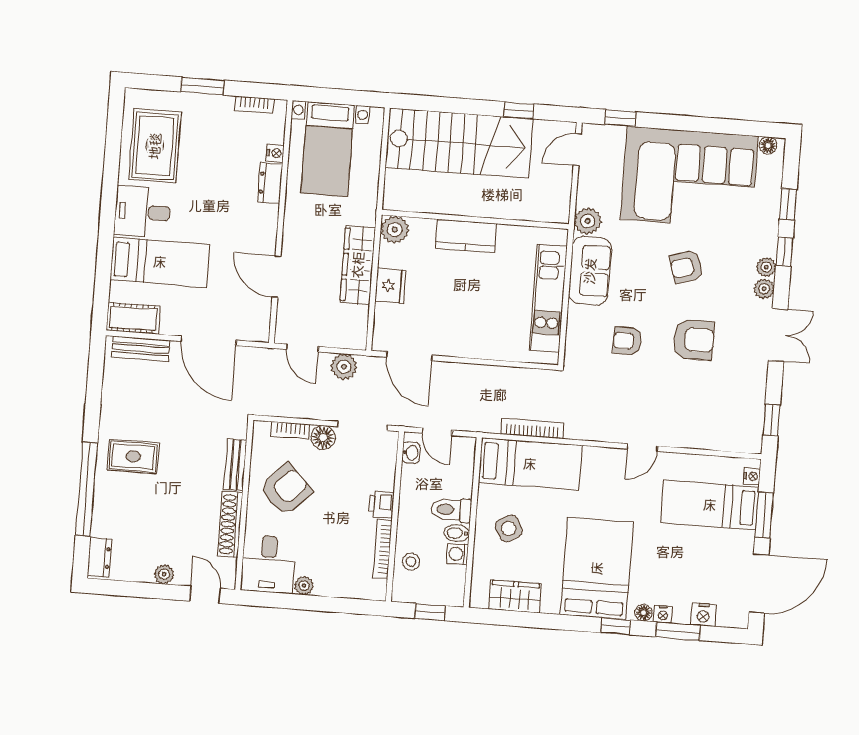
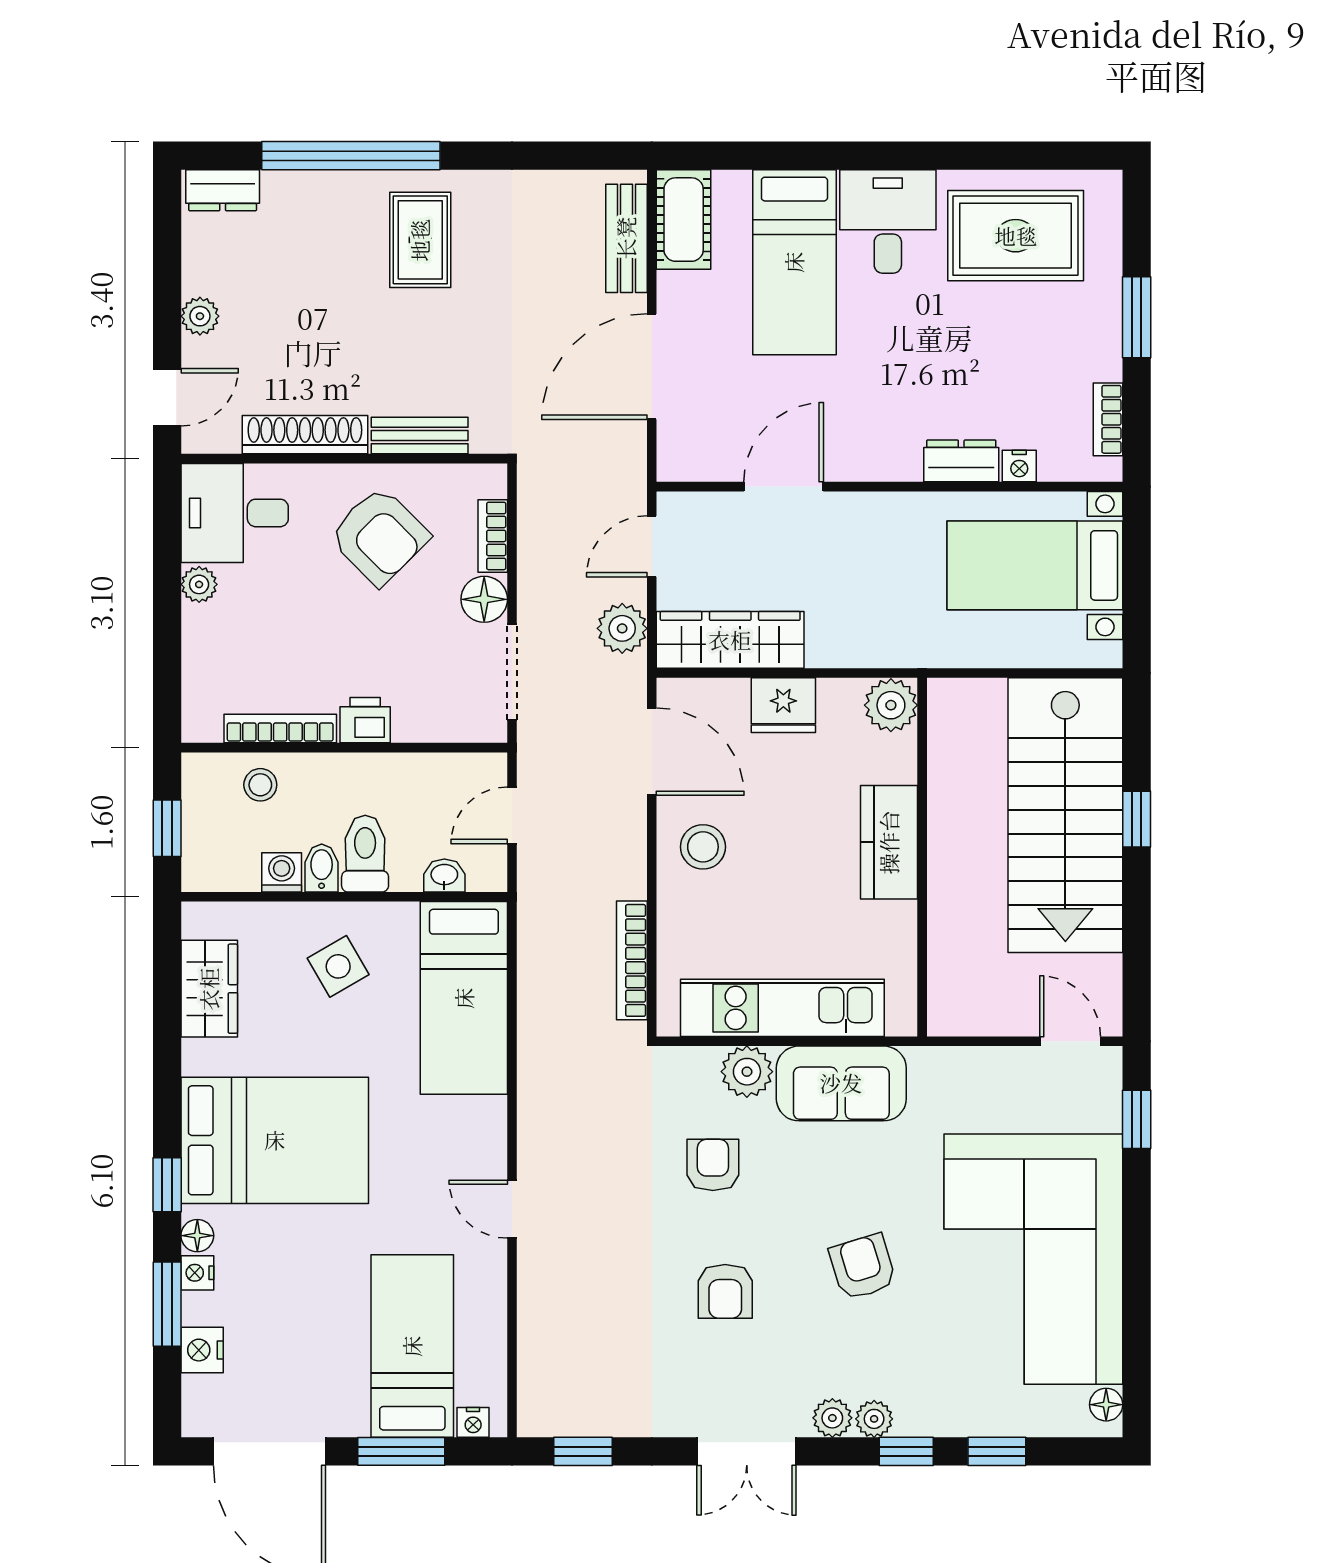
window: (519, 110) -> (1137, 819), moved
plant: (588, 221) -> (747, 1072), moved
wardrobe: (358, 265) -> (730, 640), moved
stool: (461, 333) -> (703, 847), added
armchair: (694, 340) -> (725, 1291), width x0.72, depth x0.72
door: (409, 356) -> (652, 752), swing flipped
bookcase: (532, 429) -> (632, 960), moved, turned 180
washbasin: (411, 453) -> (444, 876), moved, turned 180

